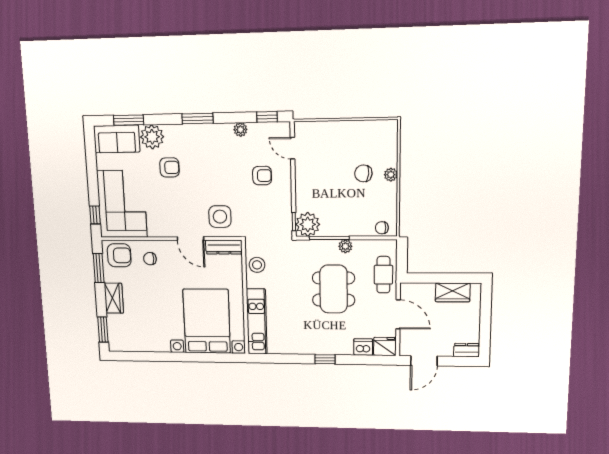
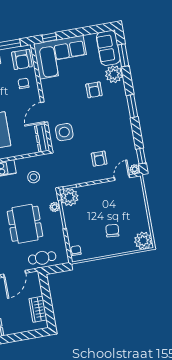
plant: (240, 130) -> (135, 169), moved
plant: (391, 175) -> (143, 241), moved, width x1.88, depth x1.88
plant: (345, 246) -> (55, 207), moved
stool: (257, 265) -> (34, 177), moved
dining table: (334, 289) -> (25, 224), turned 90

